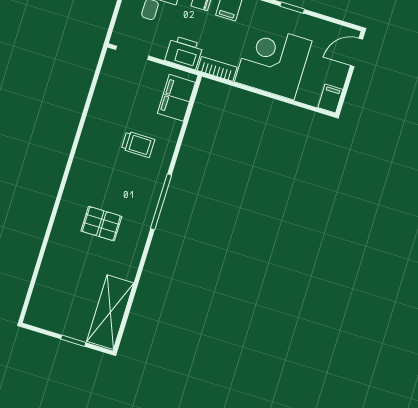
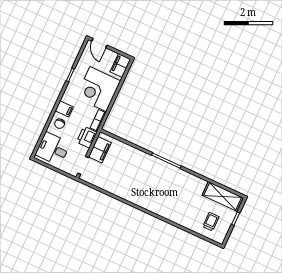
filing cabinet: (176, 98) -> (100, 150), moved, turned -90
filing cabinet: (330, 99) -> (120, 65), width x2.00
trolley: (138, 144) -> (211, 222), moved
pallet: (101, 224) -> (174, 195), removed

